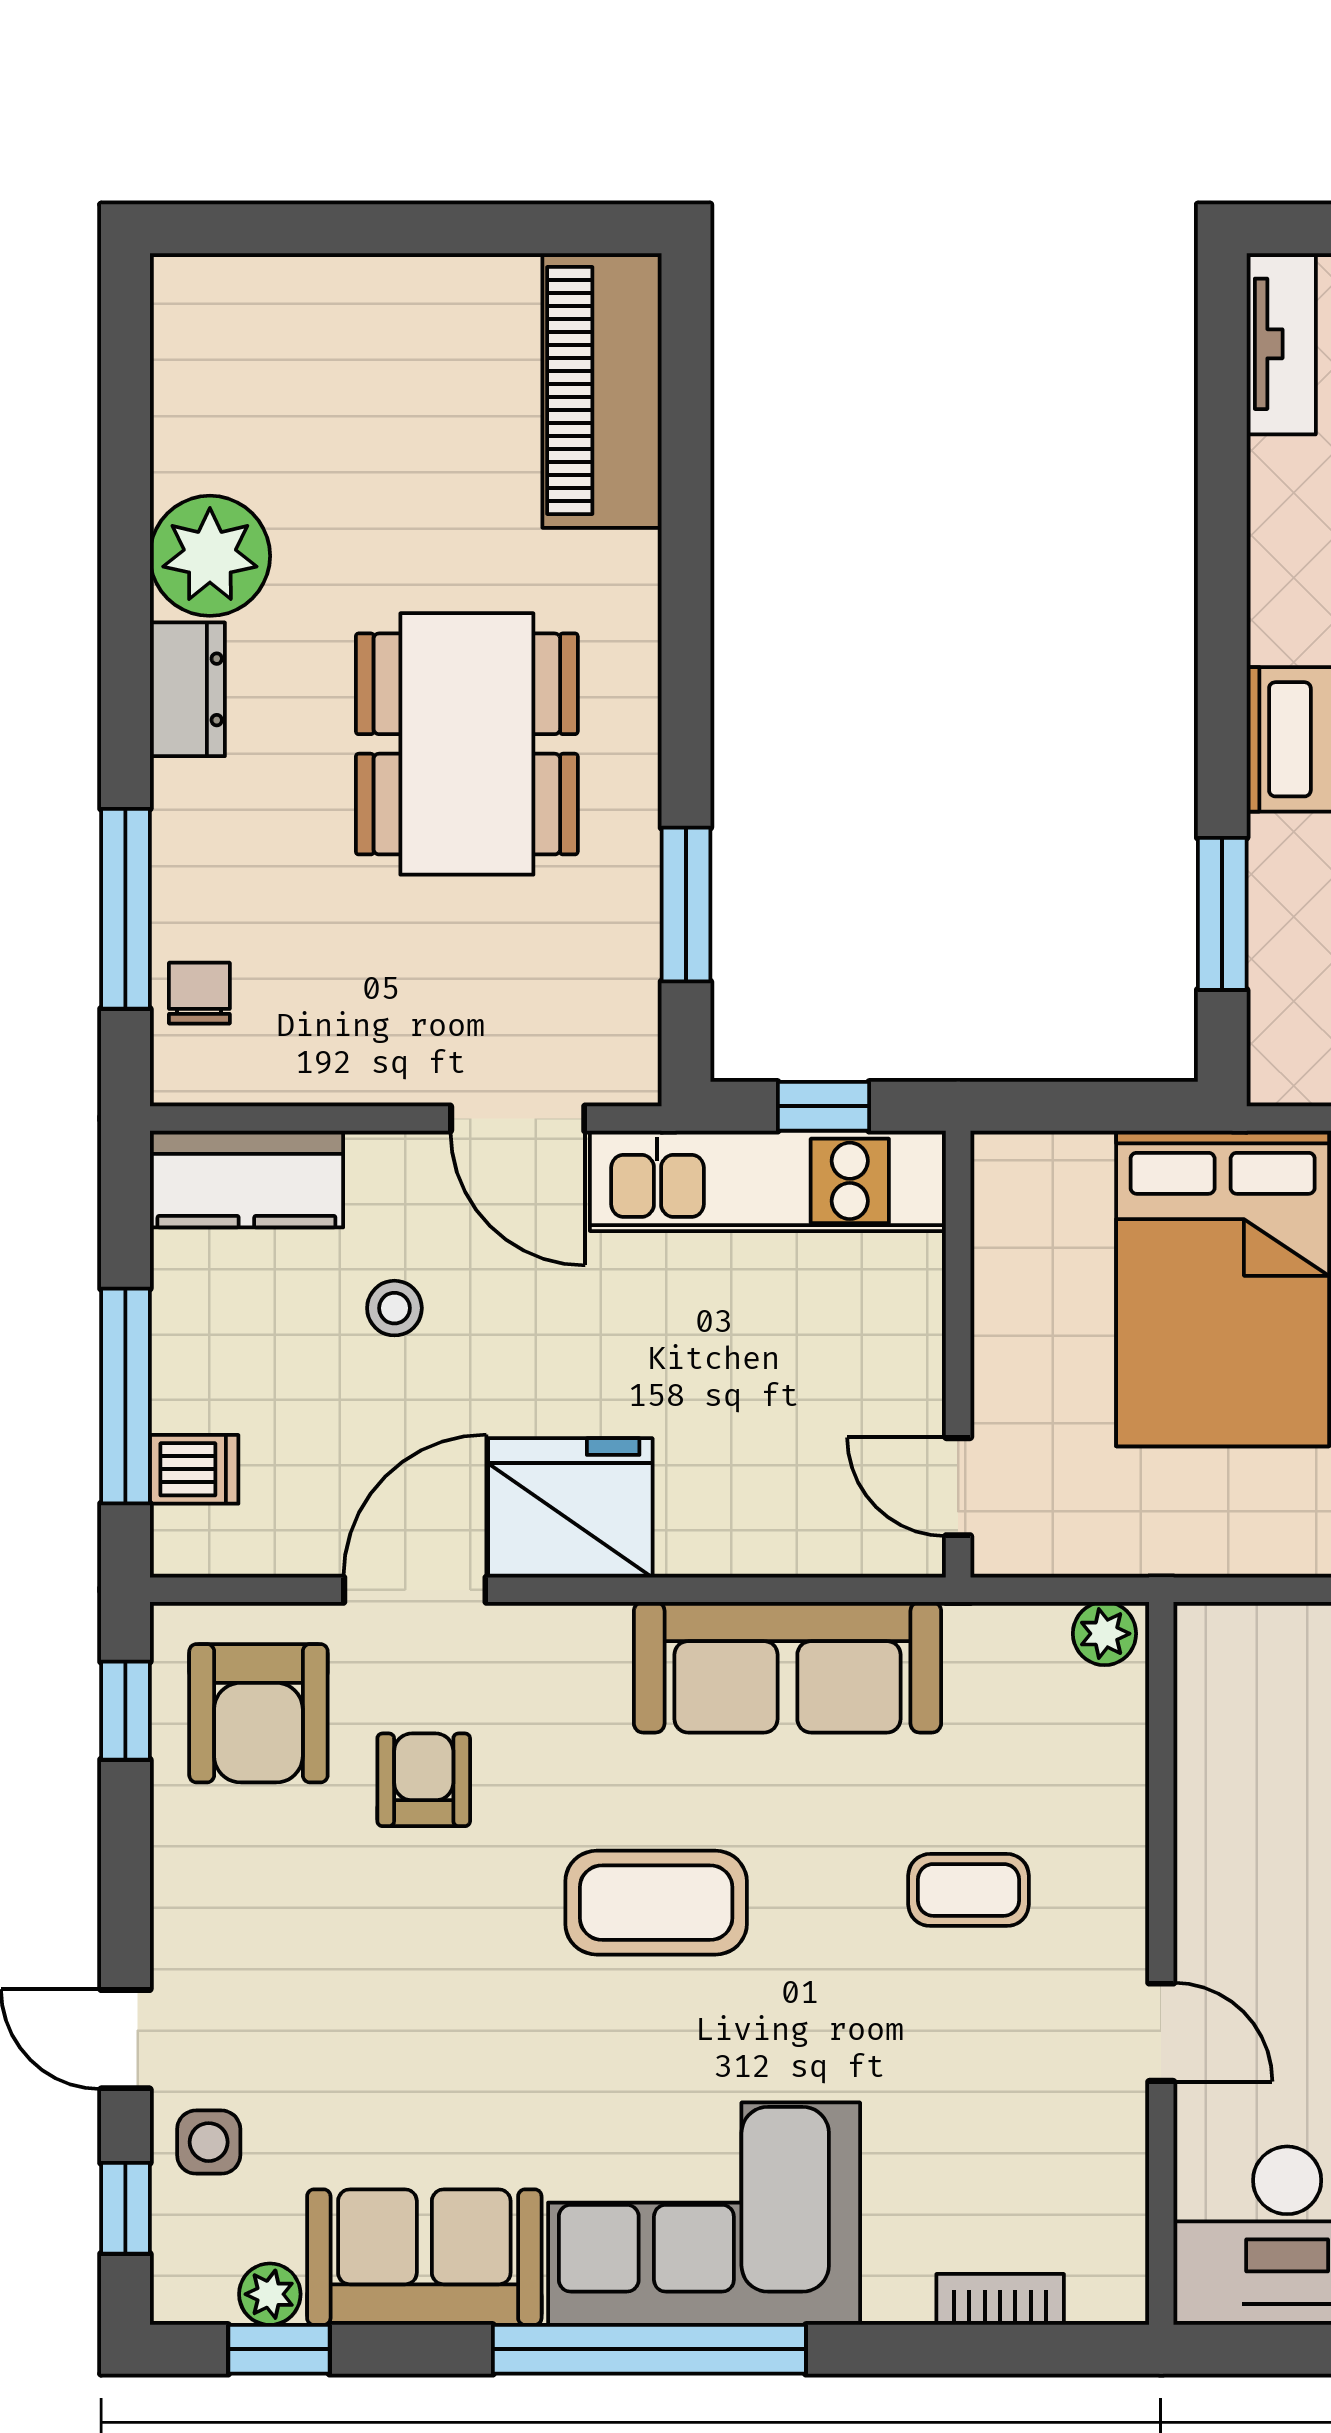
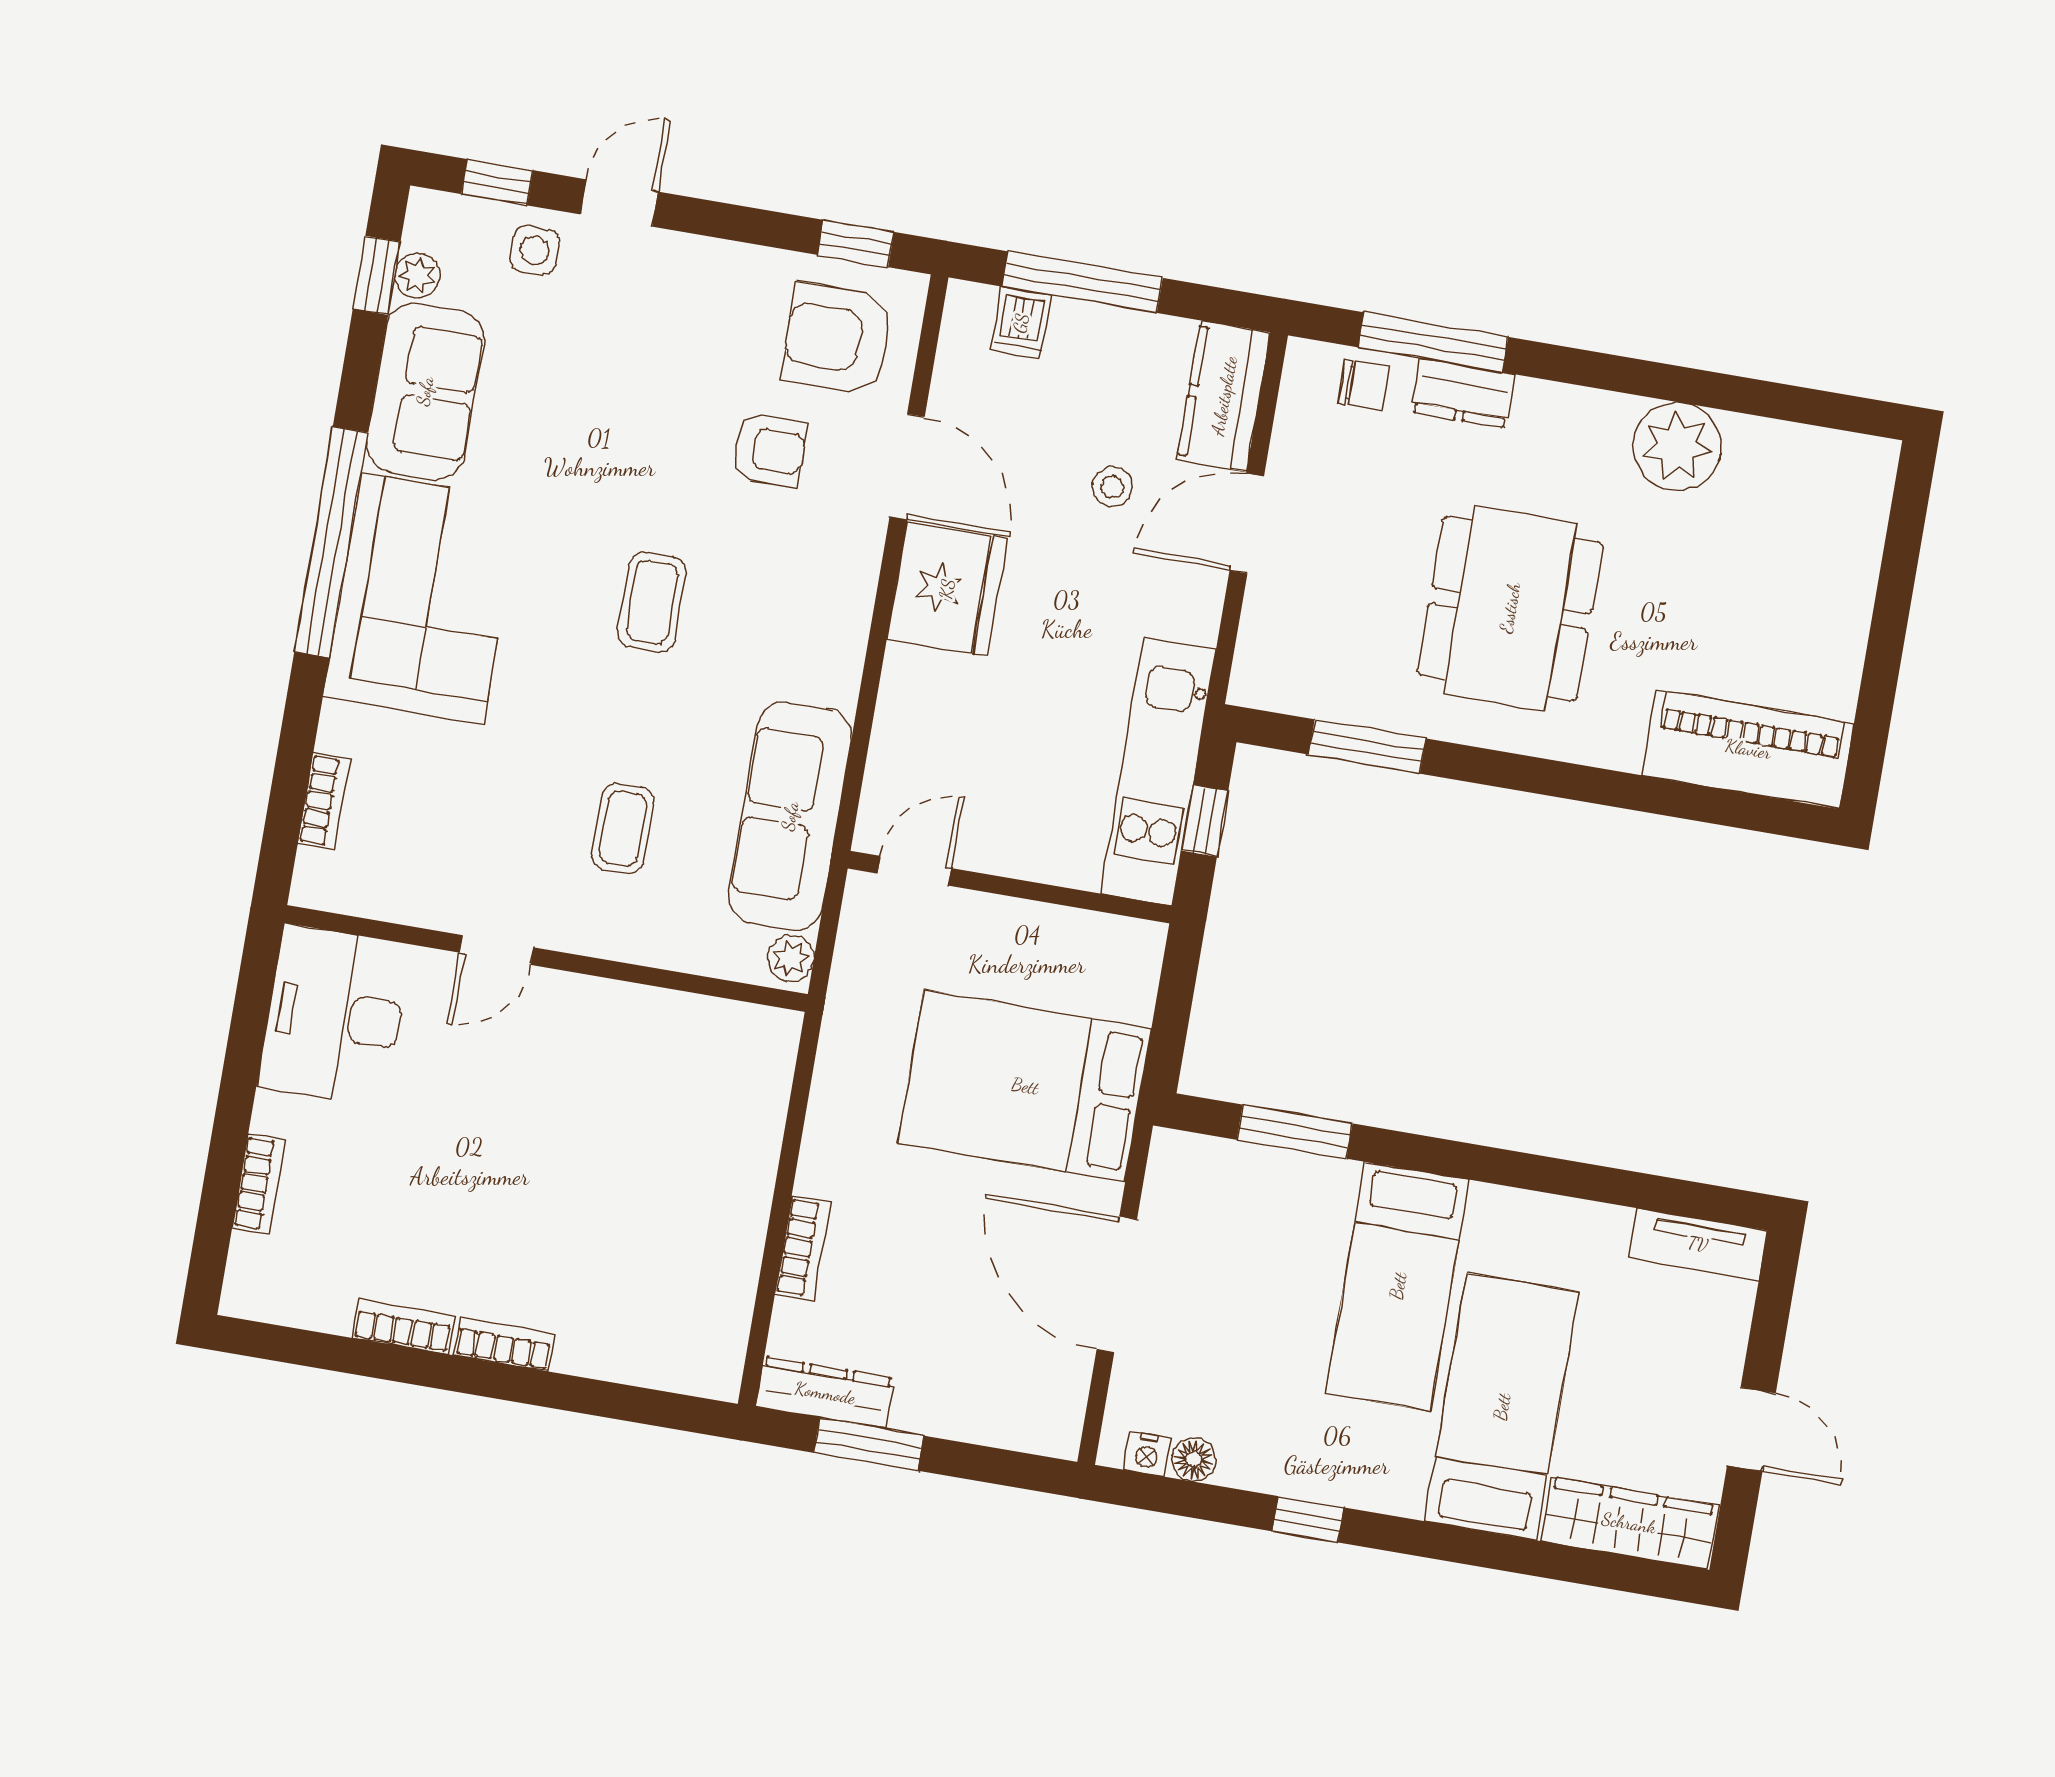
dresser: (187, 689) -> (1463, 393), moved
dining table: (467, 744) -> (1510, 608), turned 90
door: (518, 1118) -> (1247, 523), moved
sofa: (787, 1667) -> (790, 816), moved
coffee table: (656, 1903) -> (652, 602), width x0.73, depth x0.77

